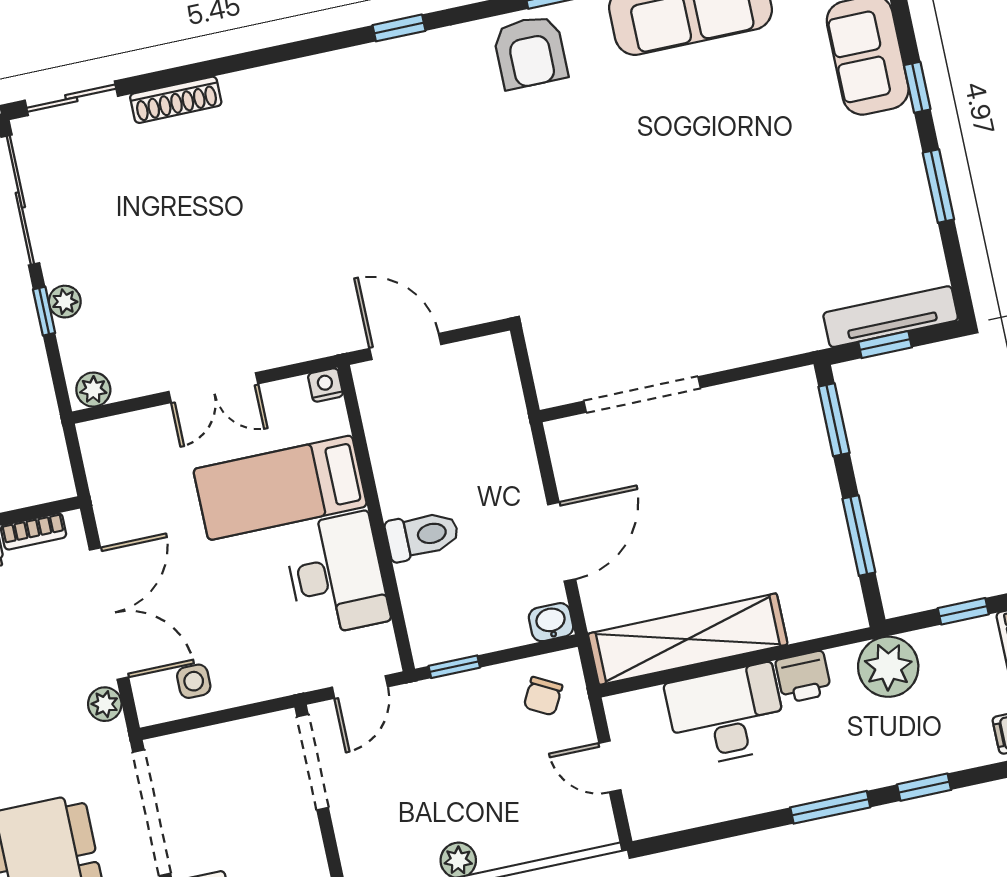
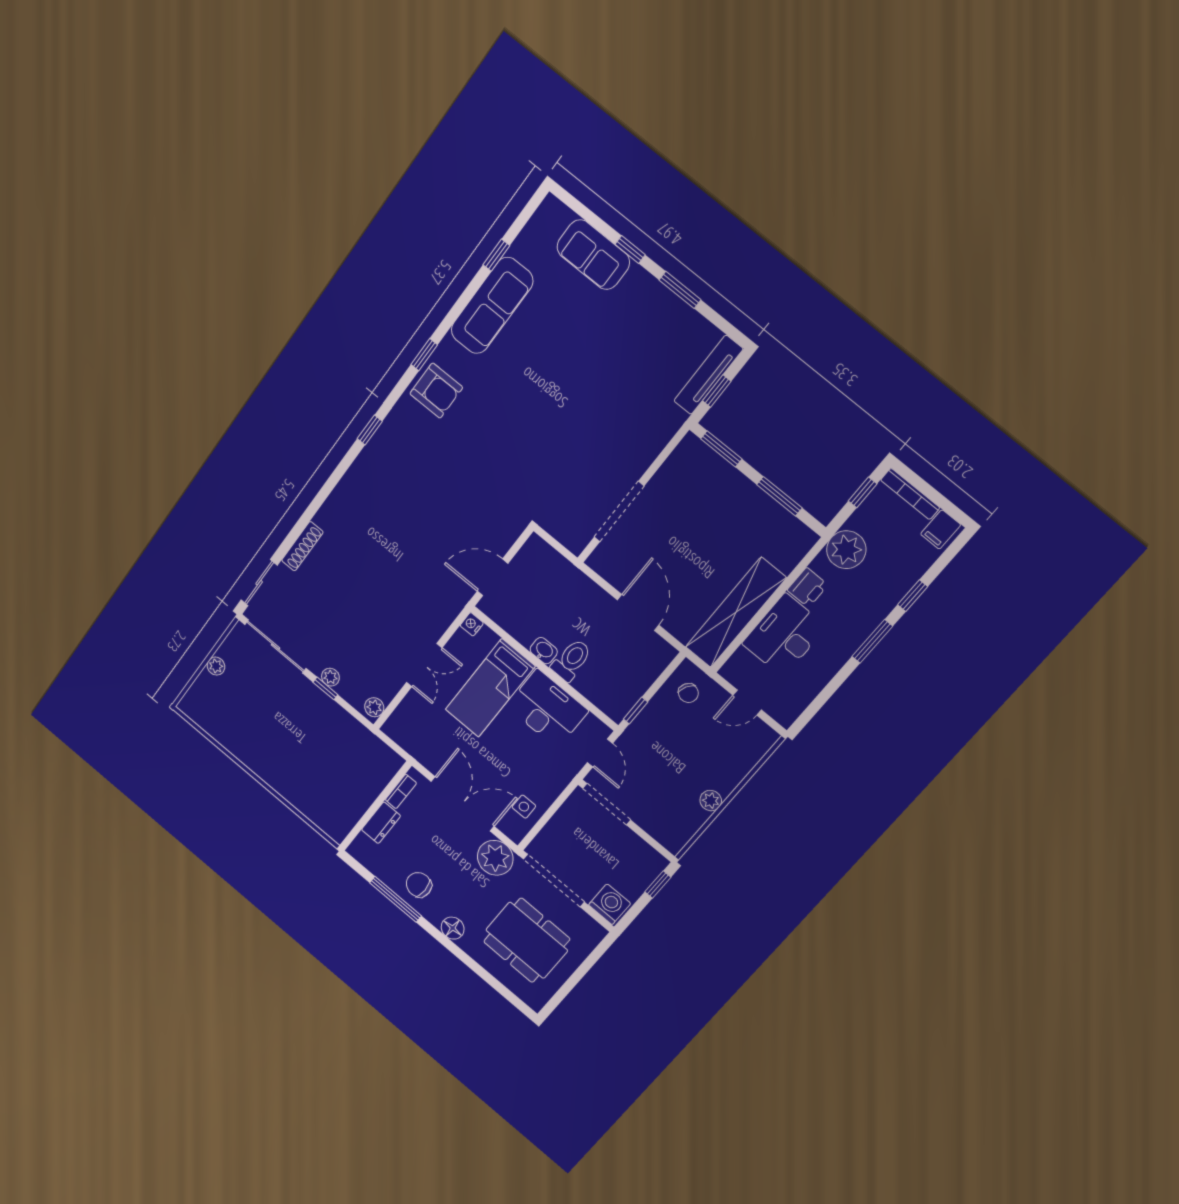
washbasin: (551, 622) -> (544, 651), moved, turned 90
plant: (105, 704) -> (495, 858), width x1.87, depth x1.87

